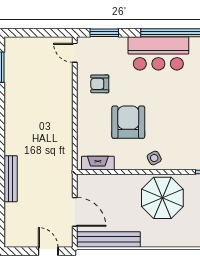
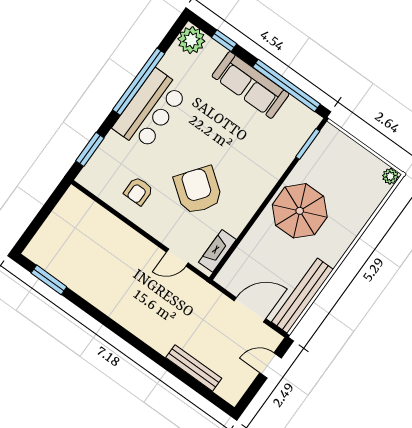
door: (75, 53) -> (177, 257), moved
armchair: (128, 122) -> (198, 190), turned 37
side table: (154, 158) -> (253, 190), removed
bench: (11, 179) -> (194, 368), moved

